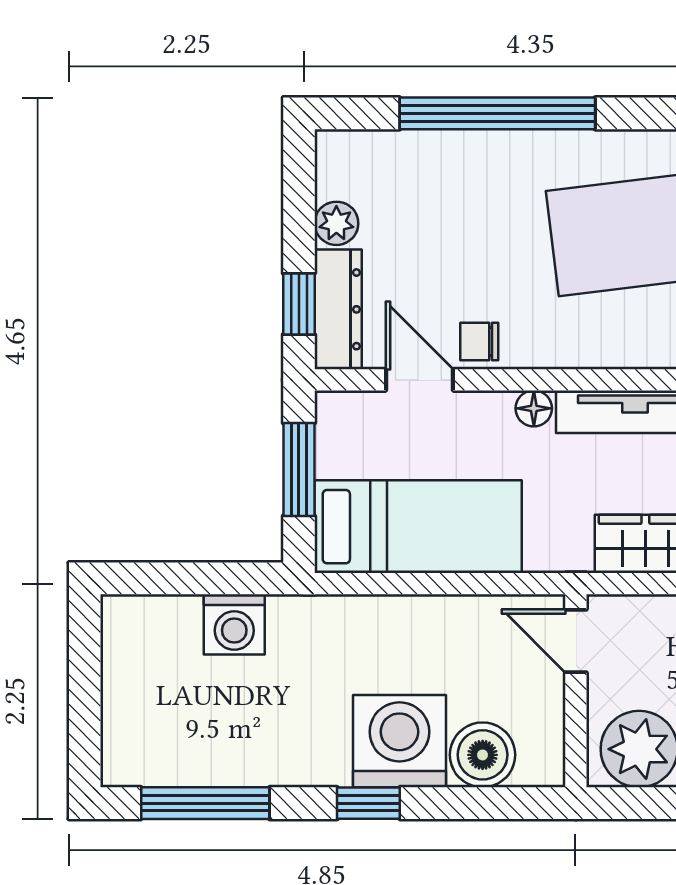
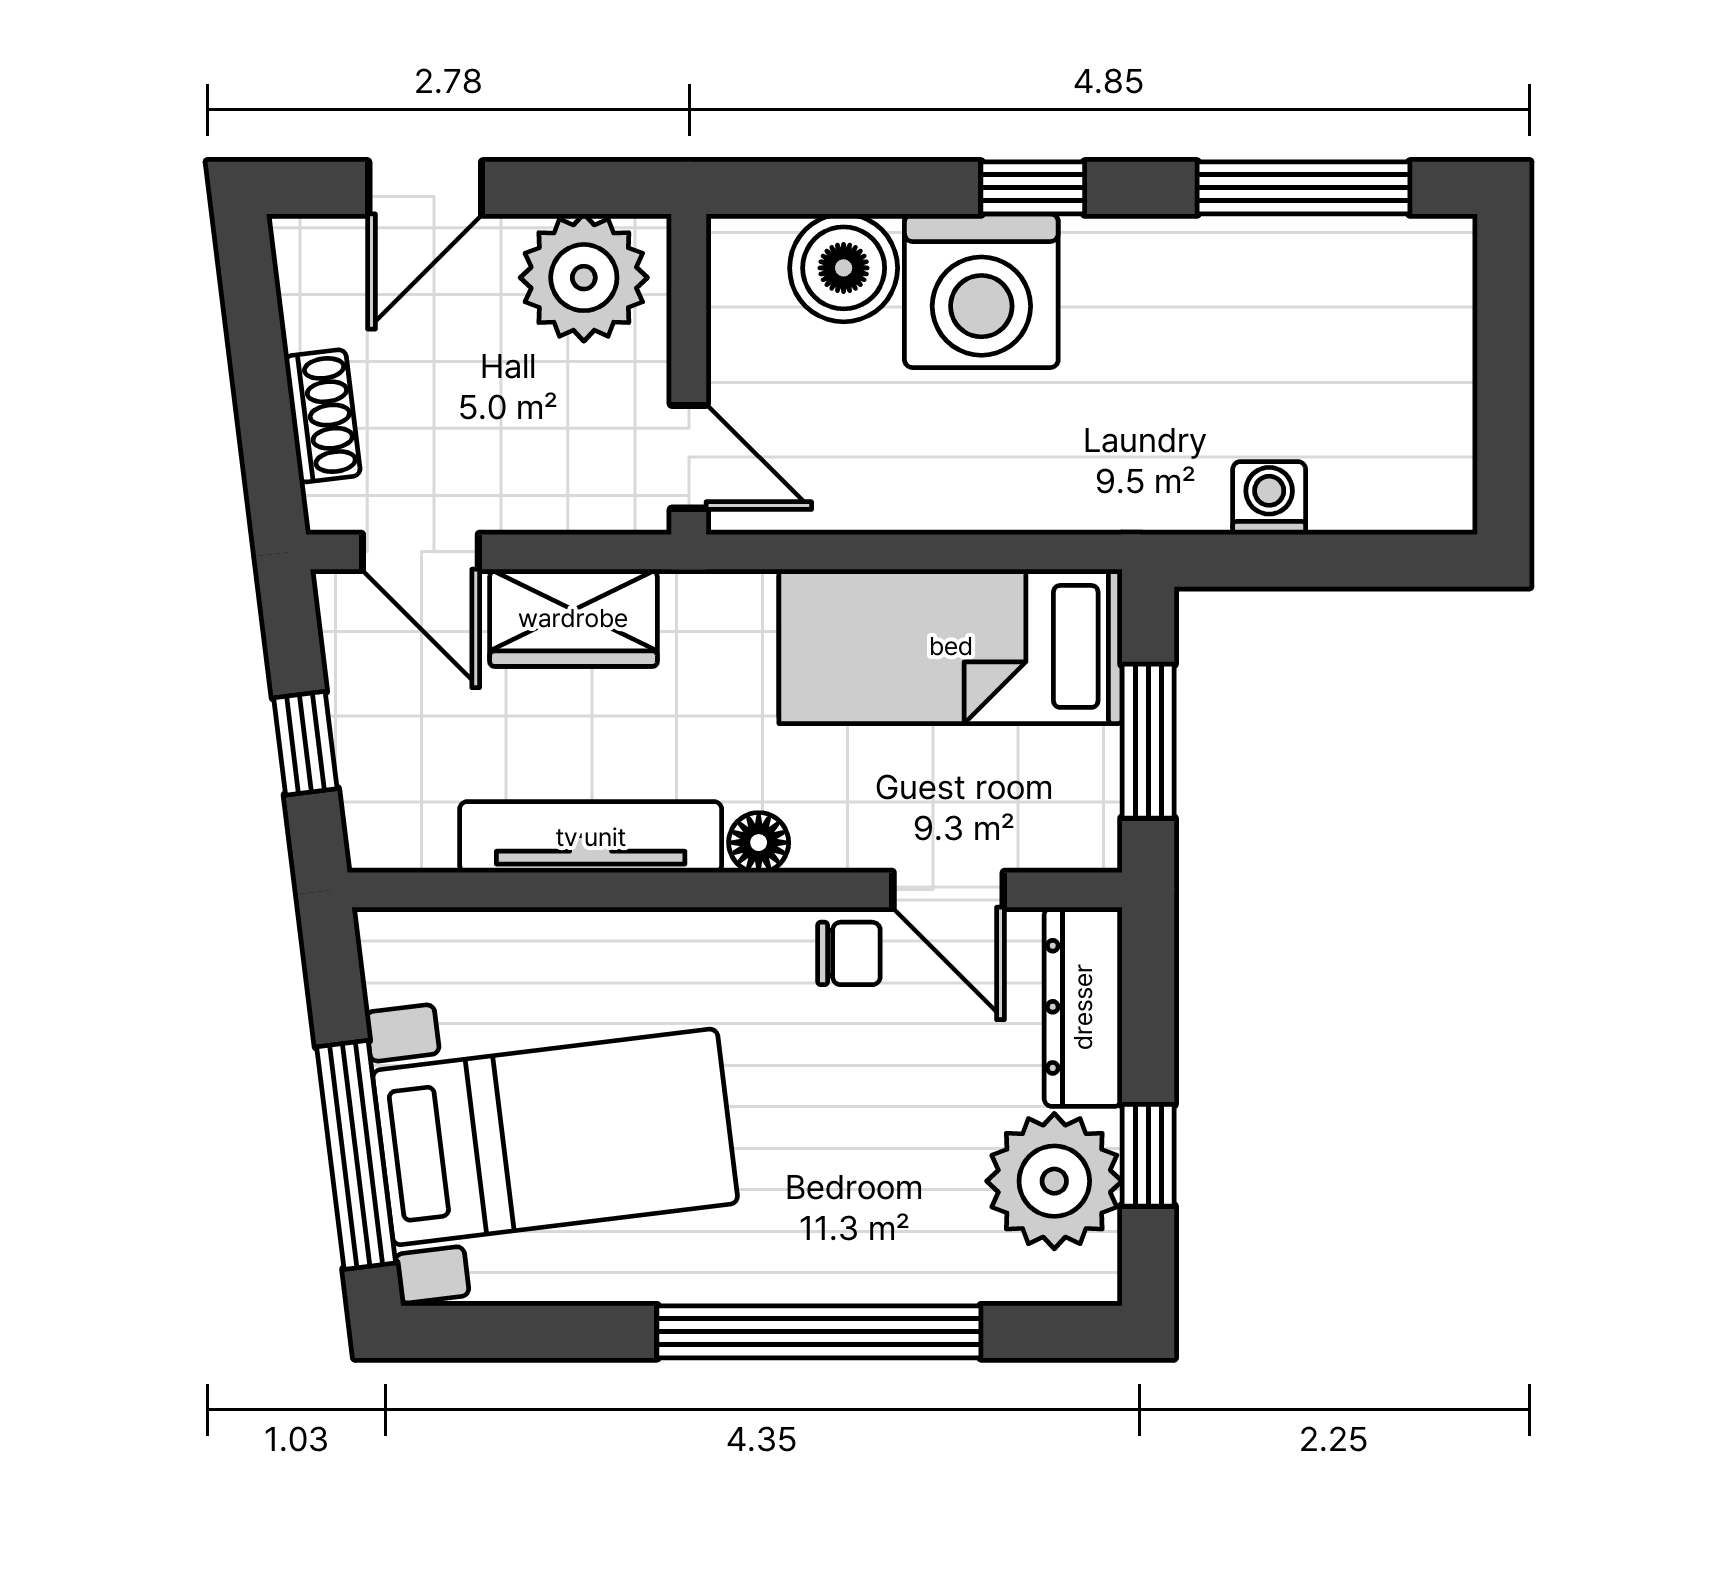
plant: (336, 223) -> (1054, 1181), width x1.87, depth x1.87
window: (299, 304) -> (1148, 1155), moved
washing machine: (234, 624) -> (1269, 498), width x0.73, depth x0.73

